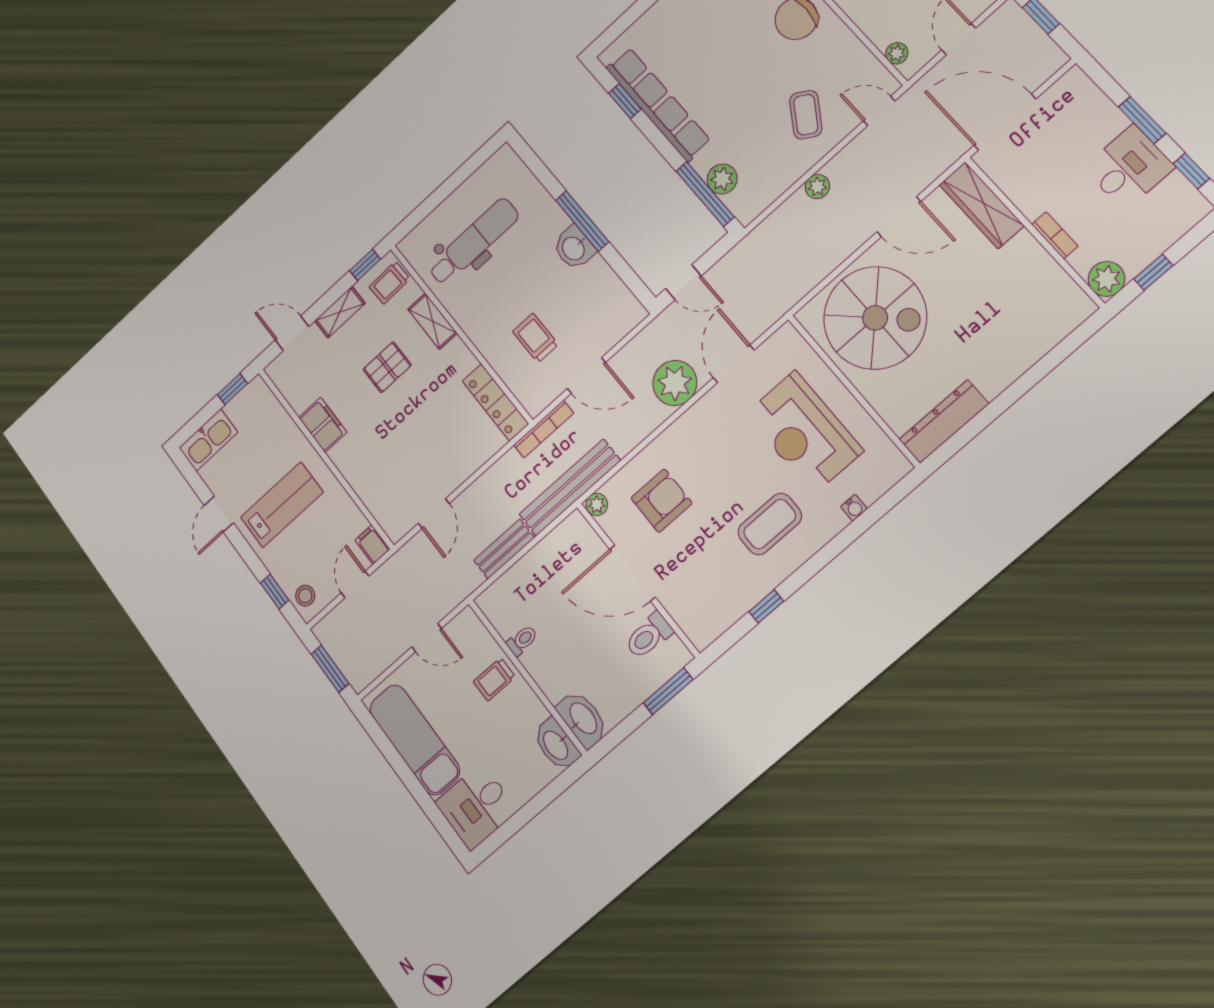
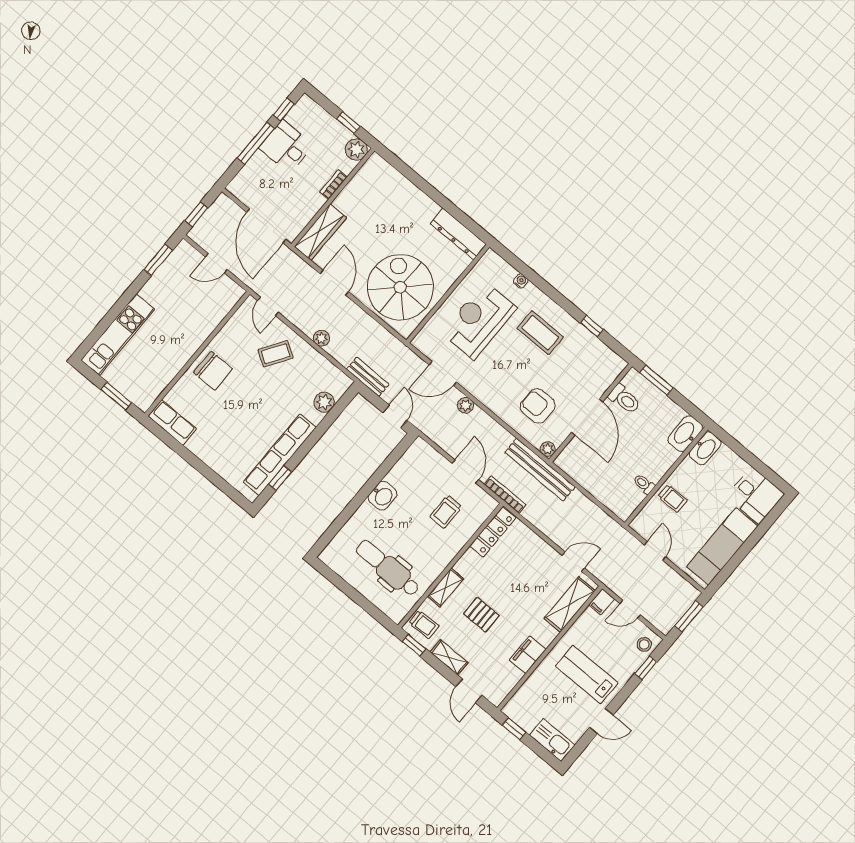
plant: (897, 53) -> (229, 301), removed
window: (1142, 120) -> (256, 143), width x1.44
window: (705, 194) -> (335, 412), removed
window: (582, 221) -> (364, 493), removed
plant: (675, 383) -> (465, 405), width x0.53, depth x0.53
reception desk: (804, 432) -> (479, 320), turned 180
shelving: (378, 498) -> (570, 604), added
bench: (504, 549) -> (368, 377), moved

